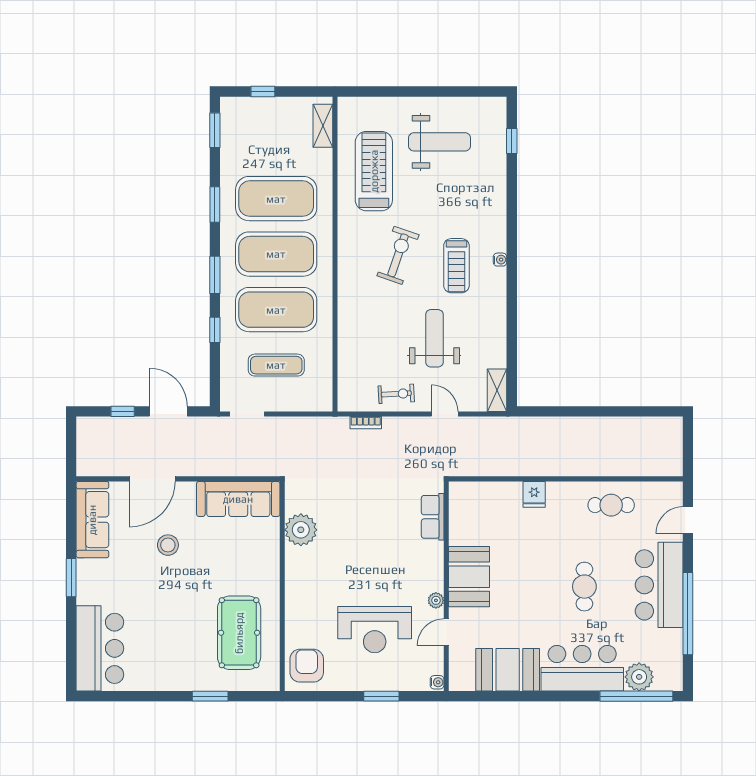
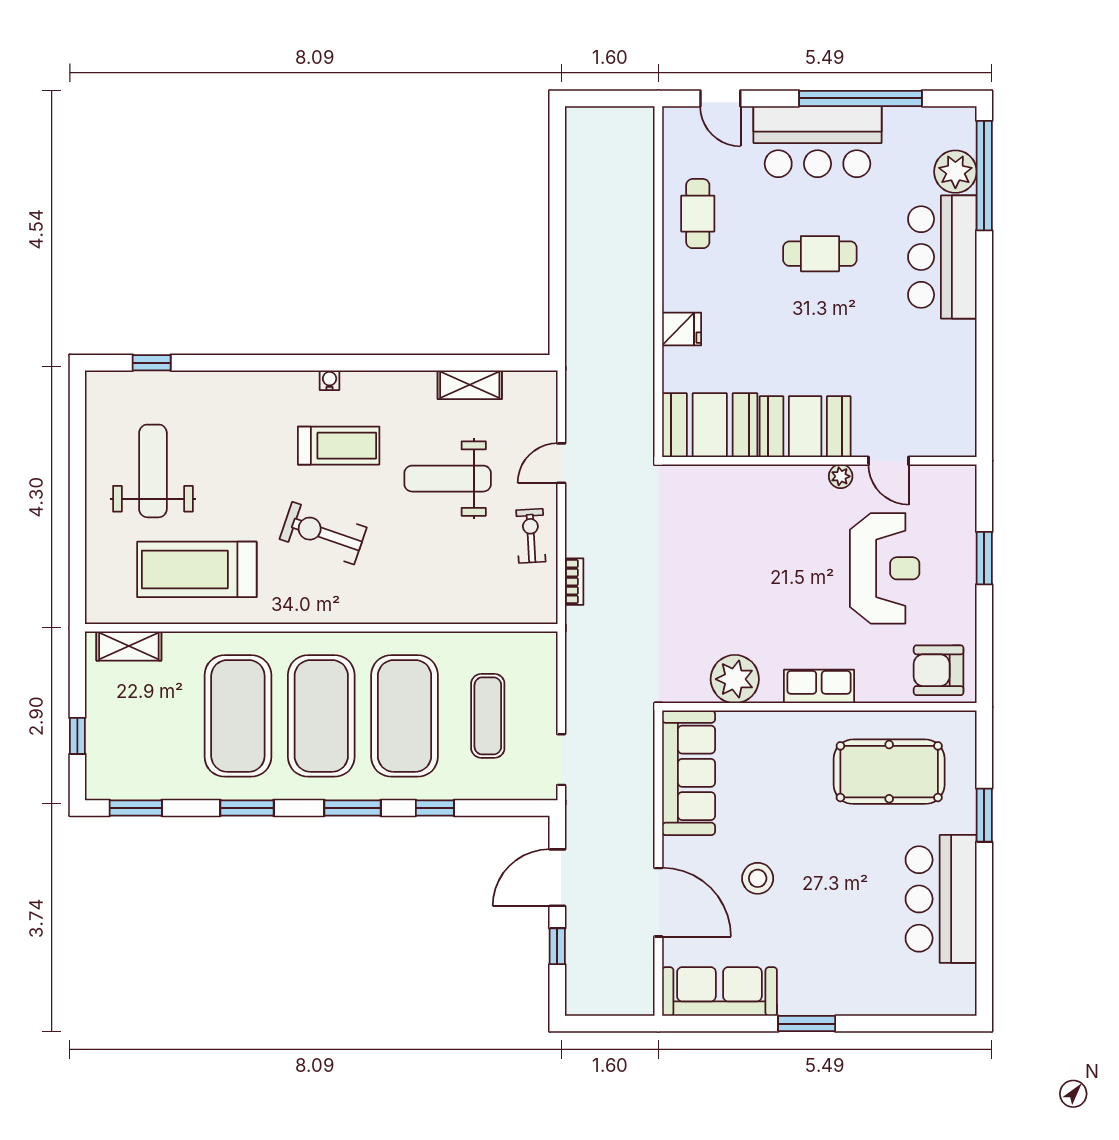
shelving: (497, 390) -> (470, 385), moved
row of seats: (433, 517) -> (819, 686), moved, turned 180
bar counter: (100, 648) -> (941, 899), moved, turned -90
booth: (508, 670) -> (710, 425), moved, turned 90
water cooler: (437, 682) -> (963, 475), removed

